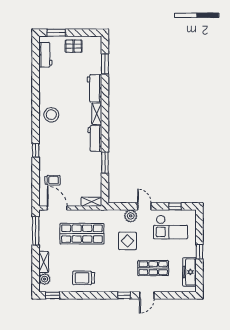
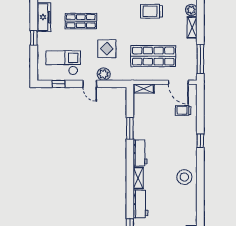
trolley: (84, 278) -> (152, 11), turned 180

